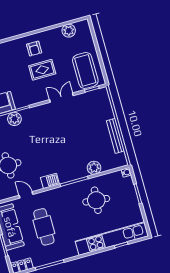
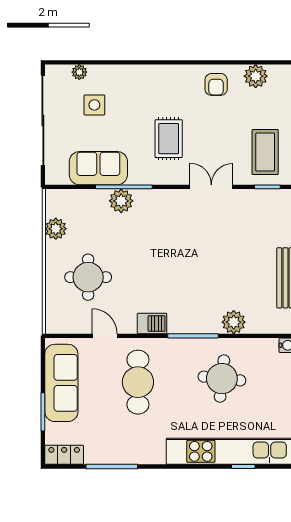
armchair: (34, 49) -> (216, 84), moved
rug: (42, 70) -> (169, 139), moved, turned 90
coffee table: (85, 70) -> (265, 152), width x0.73, depth x0.76
cafe table: (44, 227) -> (138, 382), moved

